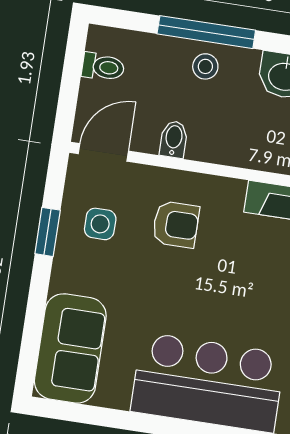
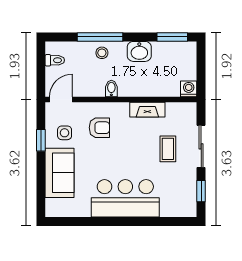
bidet: (174, 139) -> (111, 89), moved
sofa: (70, 348) -> (60, 173), moved

